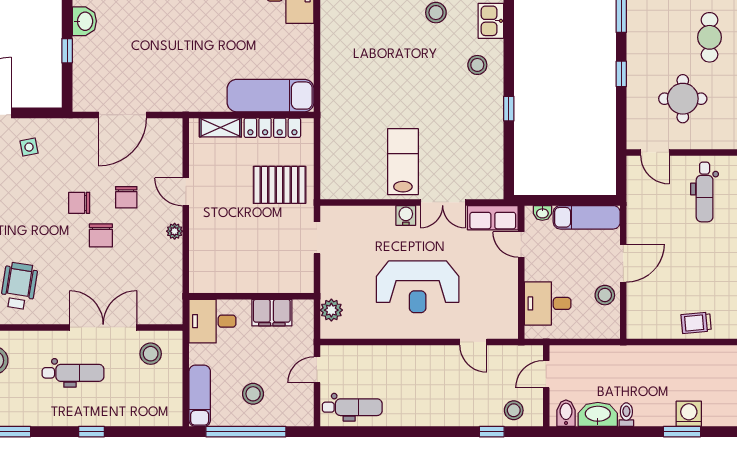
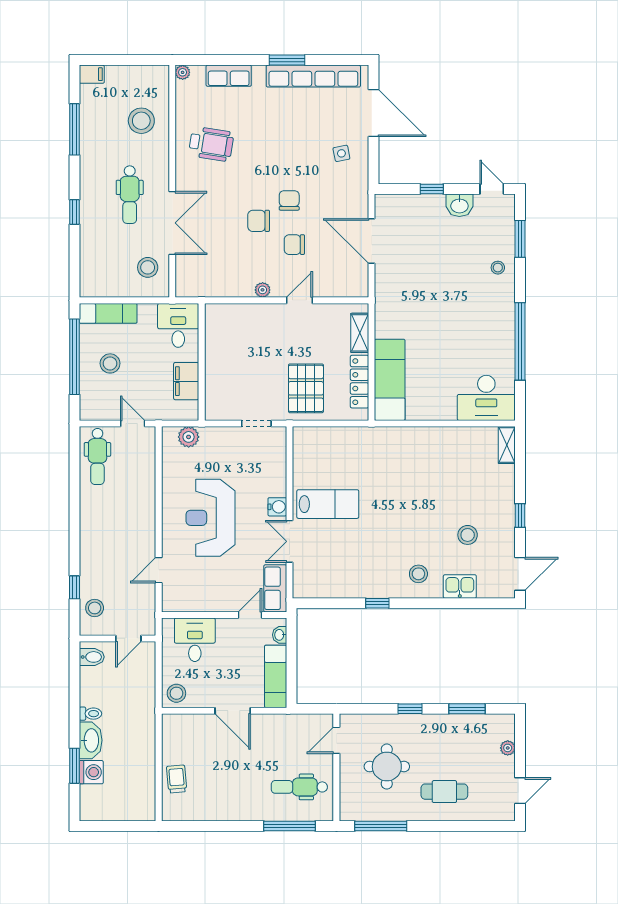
stool: (605, 295) -> (176, 693), moved
door: (546, 374) -> (128, 638), swing flipped
washbasin: (598, 414) -> (91, 740), moved

